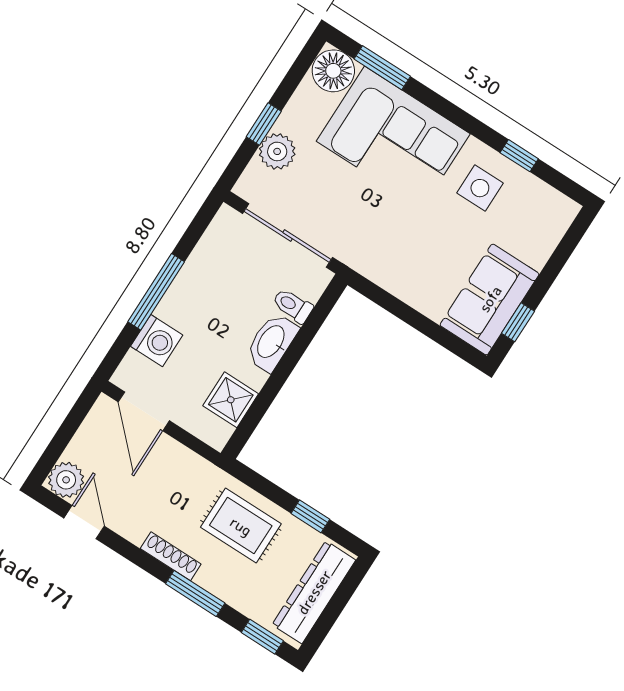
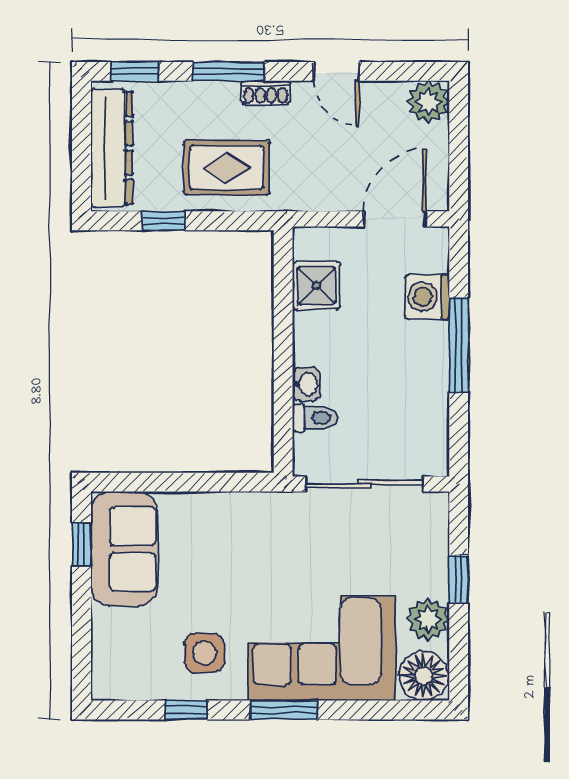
window: (382, 68) -> (284, 710), moved
plant: (277, 151) -> (428, 619), moved
washbasin: (272, 342) -> (306, 384), width x0.52, depth x0.69
door: (144, 411) -> (395, 219), hinge flipped
door: (84, 522) -> (336, 71), moved
shoe rack: (171, 556) -> (266, 93), width x0.70

